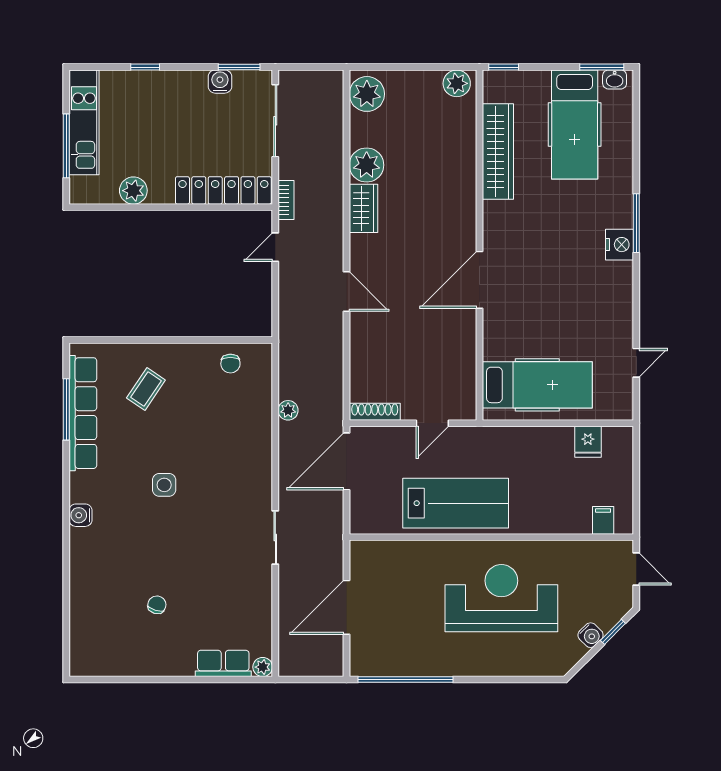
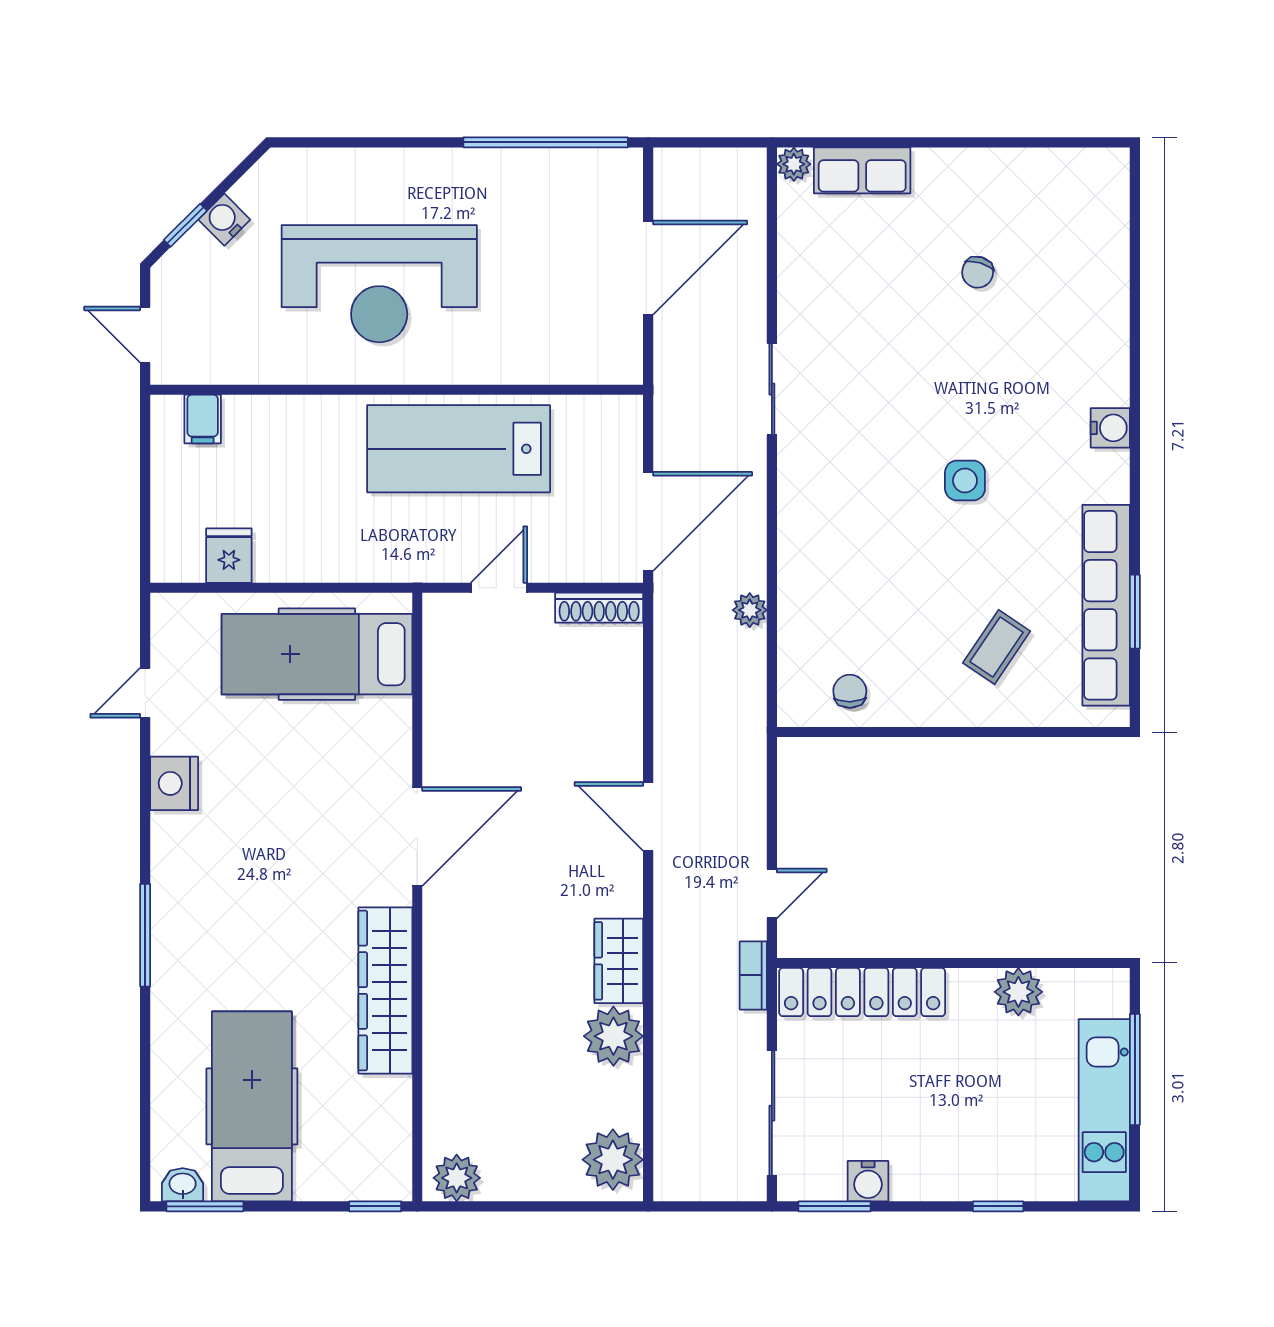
wardrobe: (498, 152) -> (385, 991), moved
nightstand: (619, 245) -> (174, 783), moved
window: (66, 409) -> (1135, 612), width x0.69

